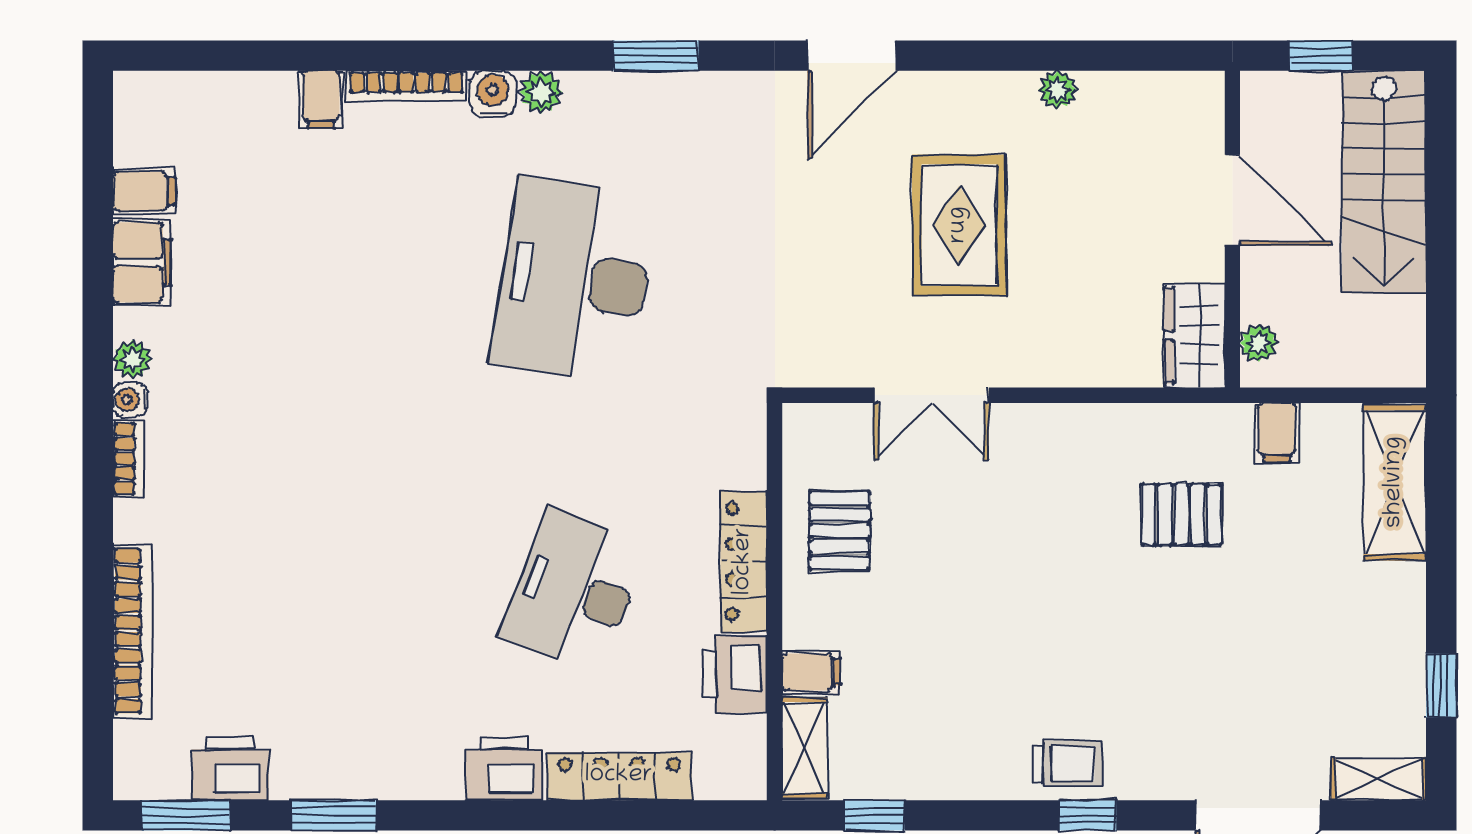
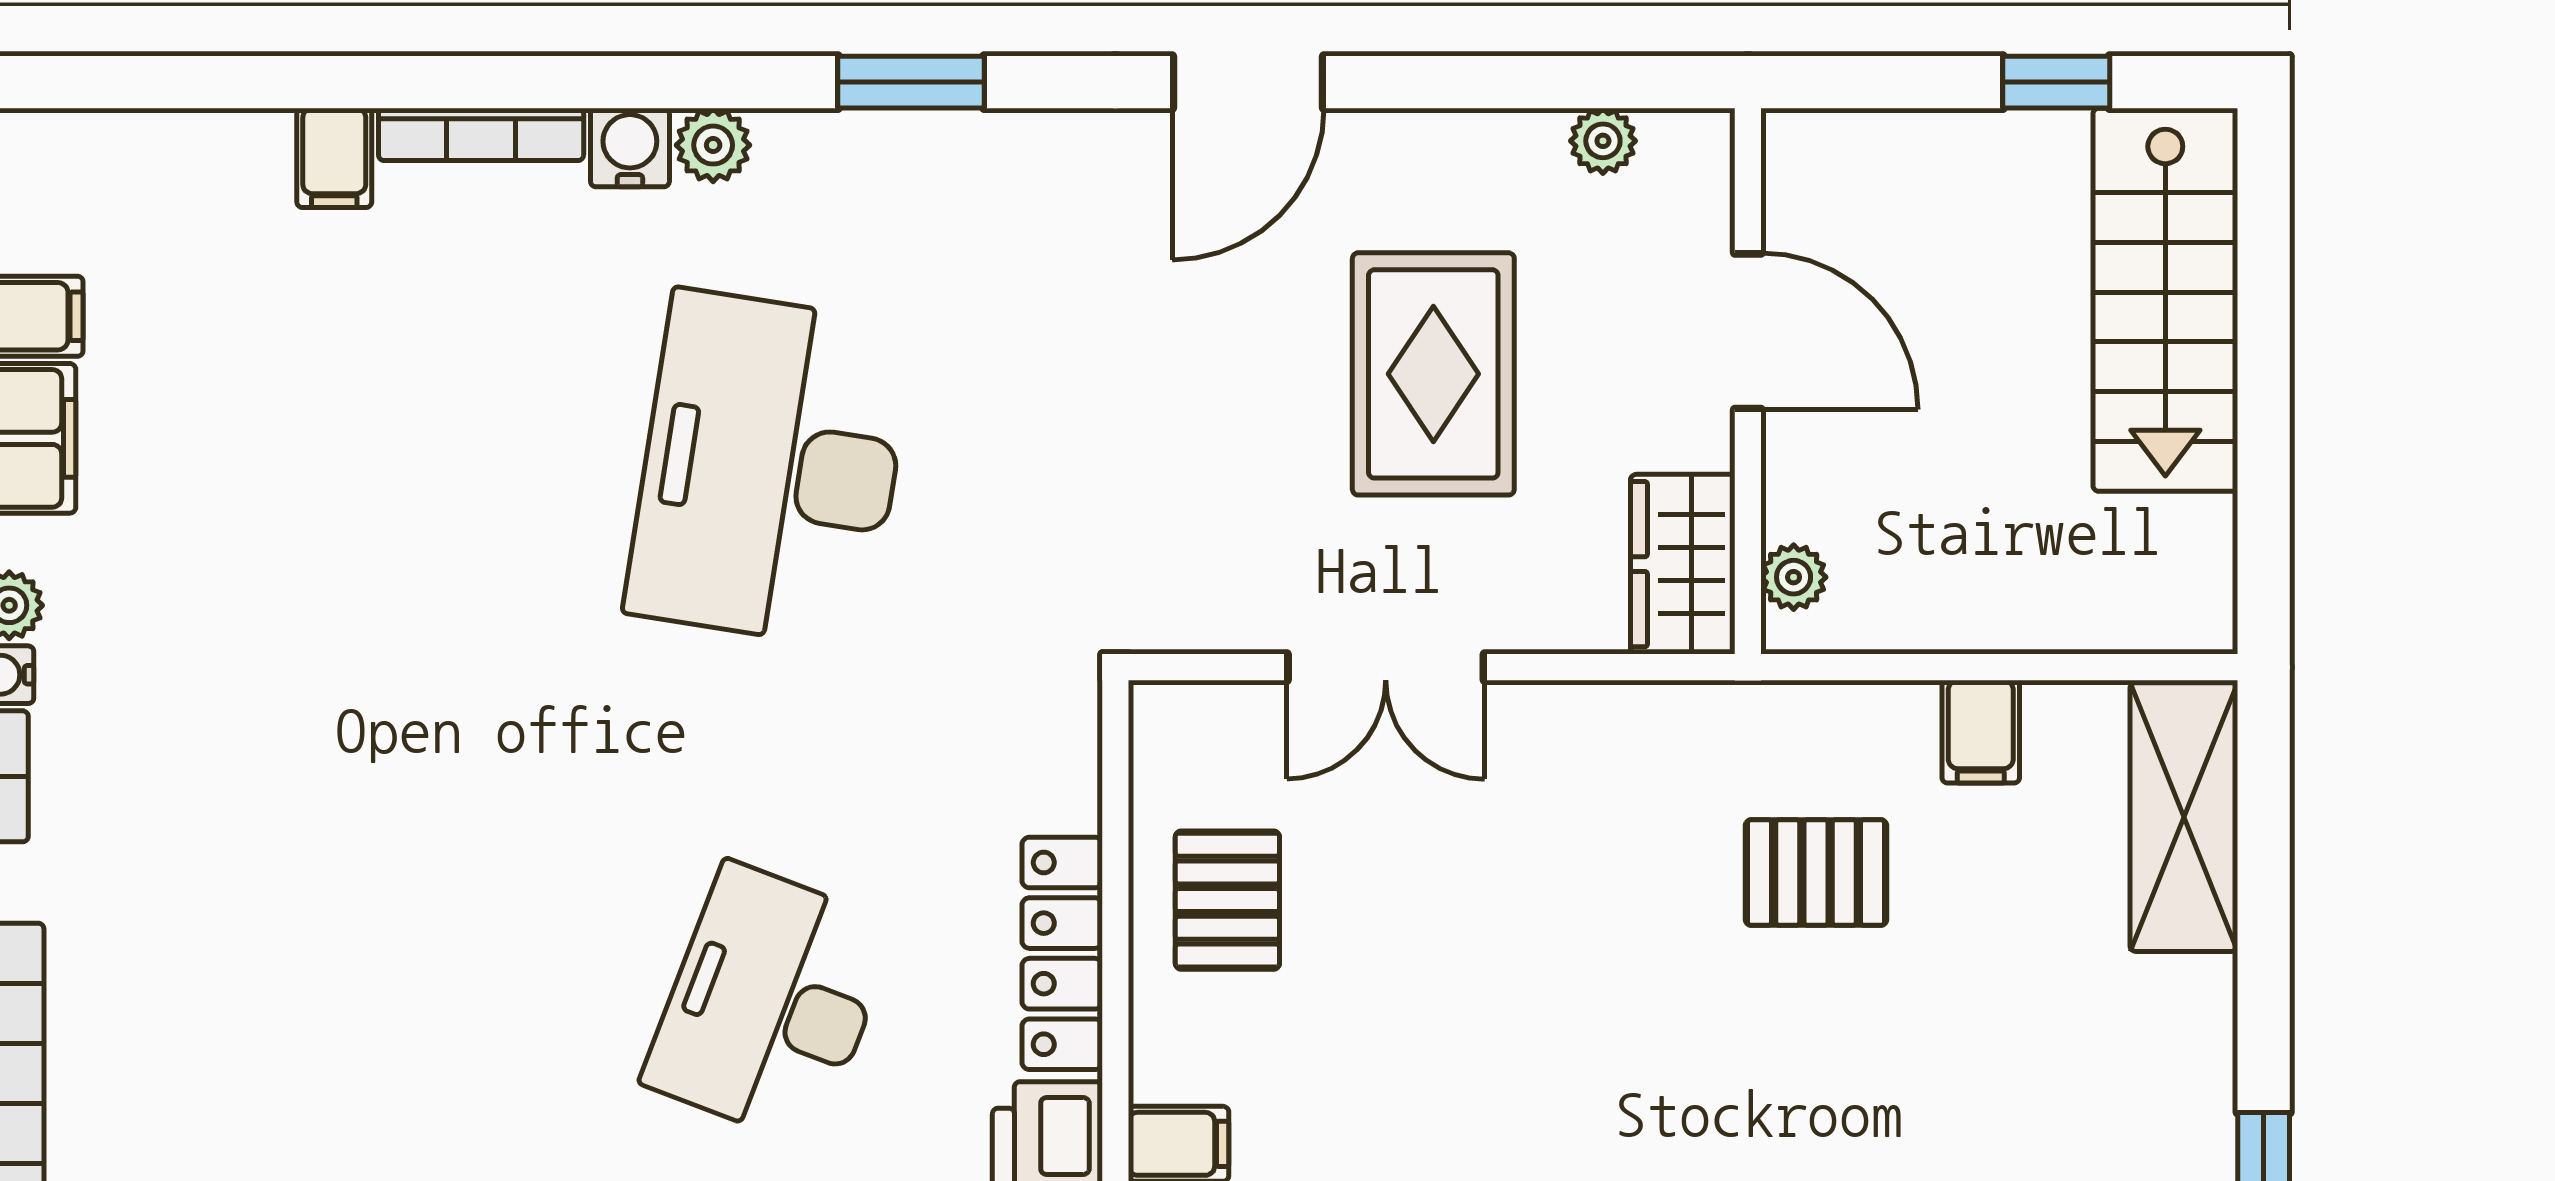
door: (1232, 200) -> (1748, 331), moved
wall: (1232, 229) -> (1748, 381), moved
wardrobe: (1195, 335) -> (1683, 564), moved
plant: (1259, 343) -> (1794, 577), moved

